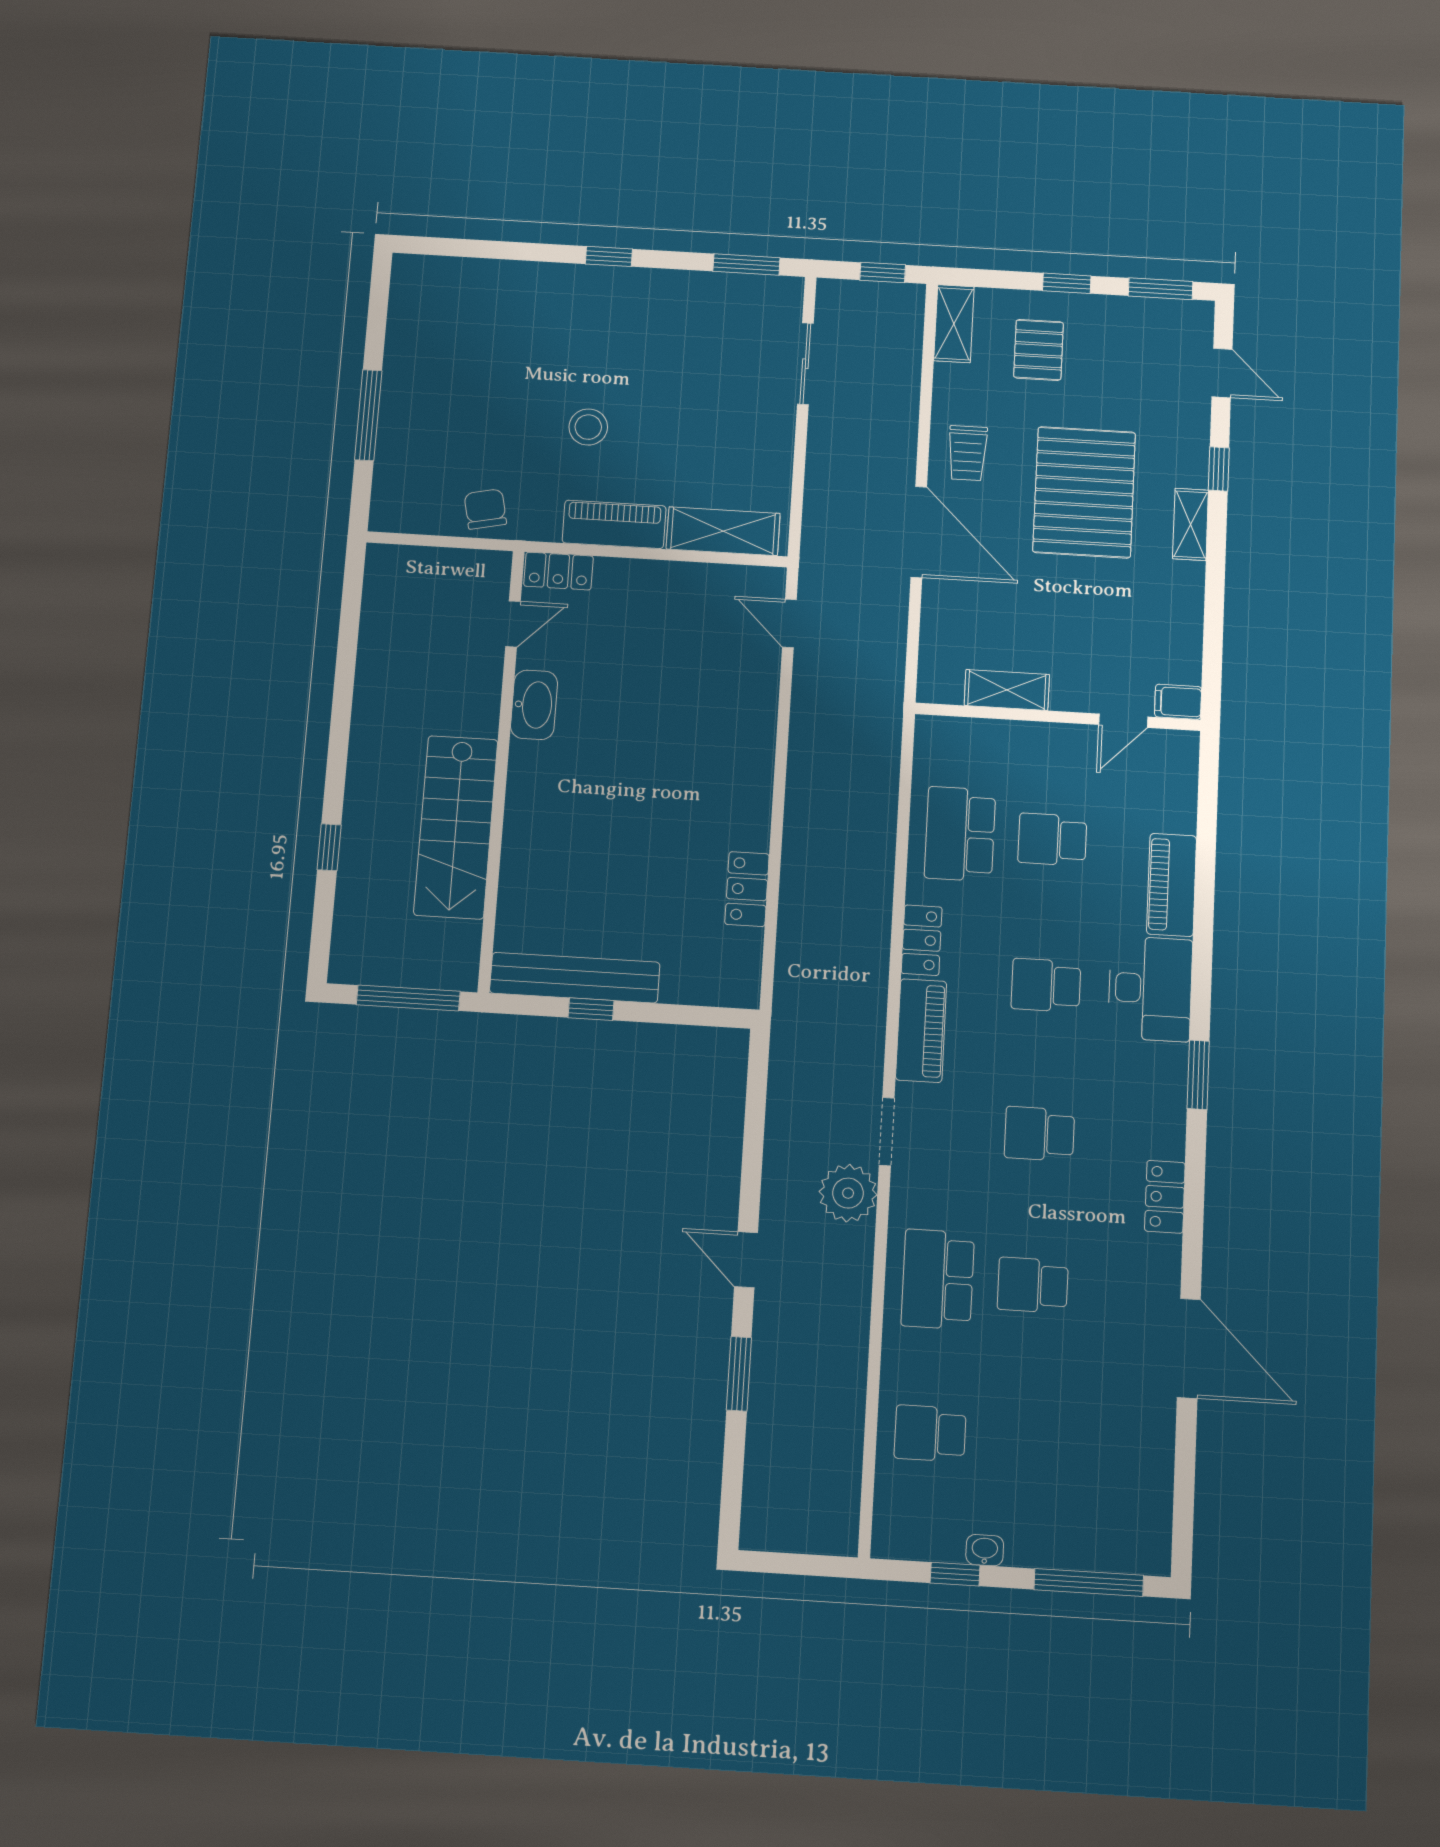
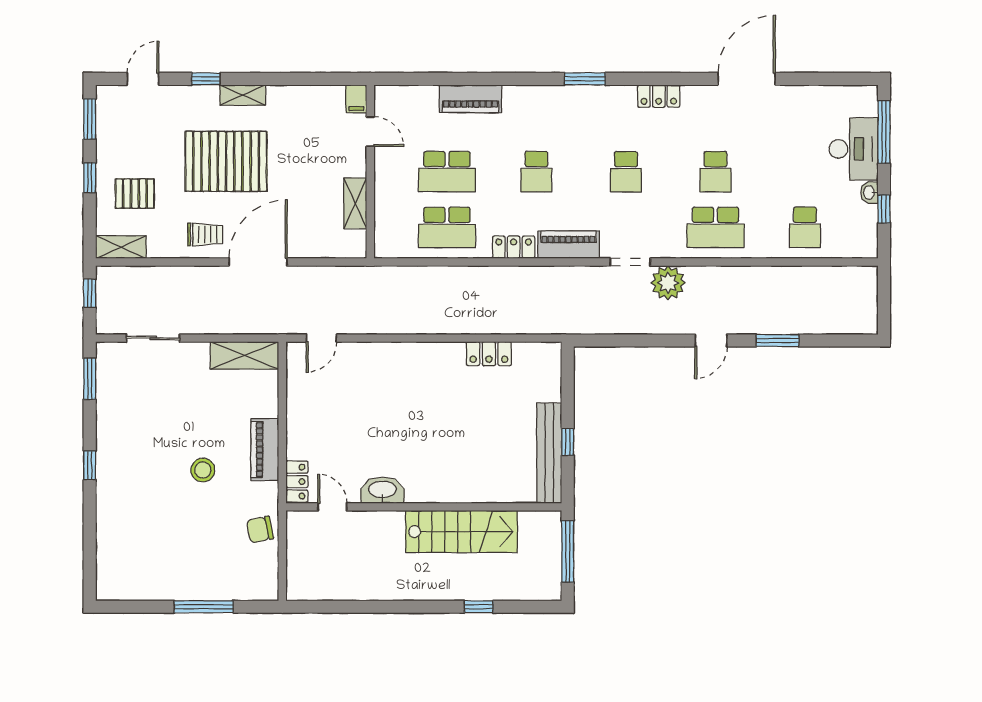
shelving: (723, 531) -> (244, 355), moved, turned 90
school desk: (1052, 839) -> (447, 172), width x1.85
desk: (1150, 989) -> (854, 149), moved, turned 90

